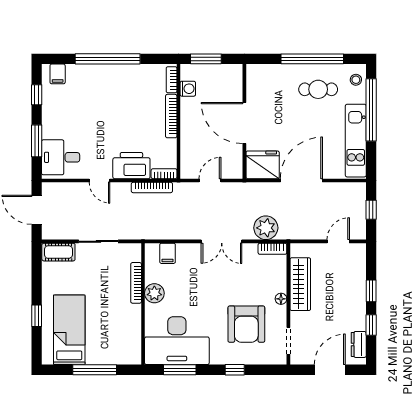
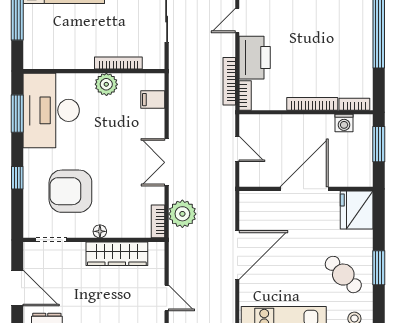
window: (312, 59) -> (379, 268), width x0.47
cafe table: (318, 89) -> (343, 275), turned -44
fridge: (263, 165) -> (357, 210), moved, turned 180
door: (301, 181) -> (237, 255), hinge flipped

